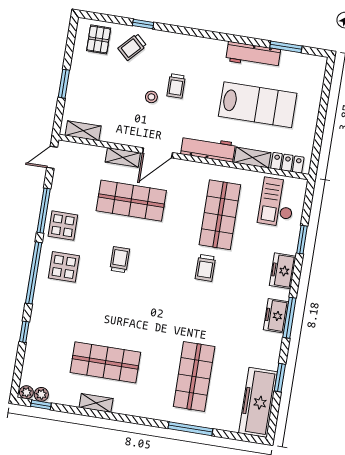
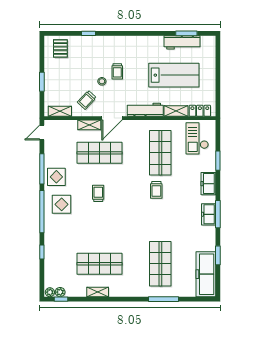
trolley: (132, 47) -> (87, 100), moved
workbench: (253, 55) -> (182, 42), moved

